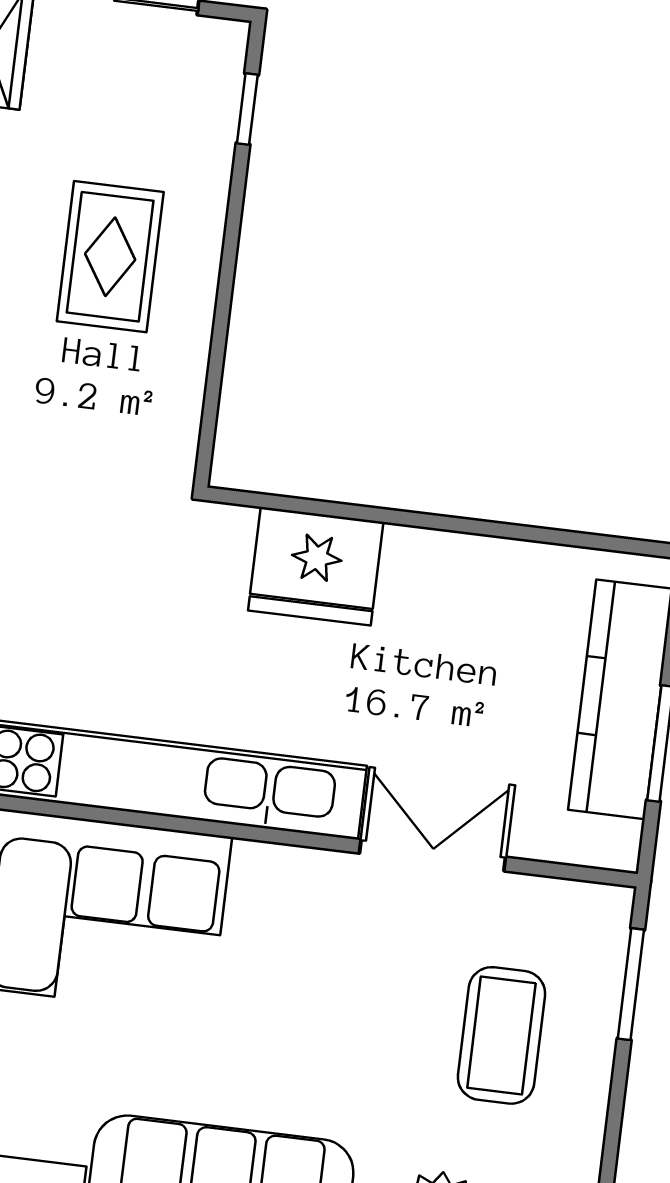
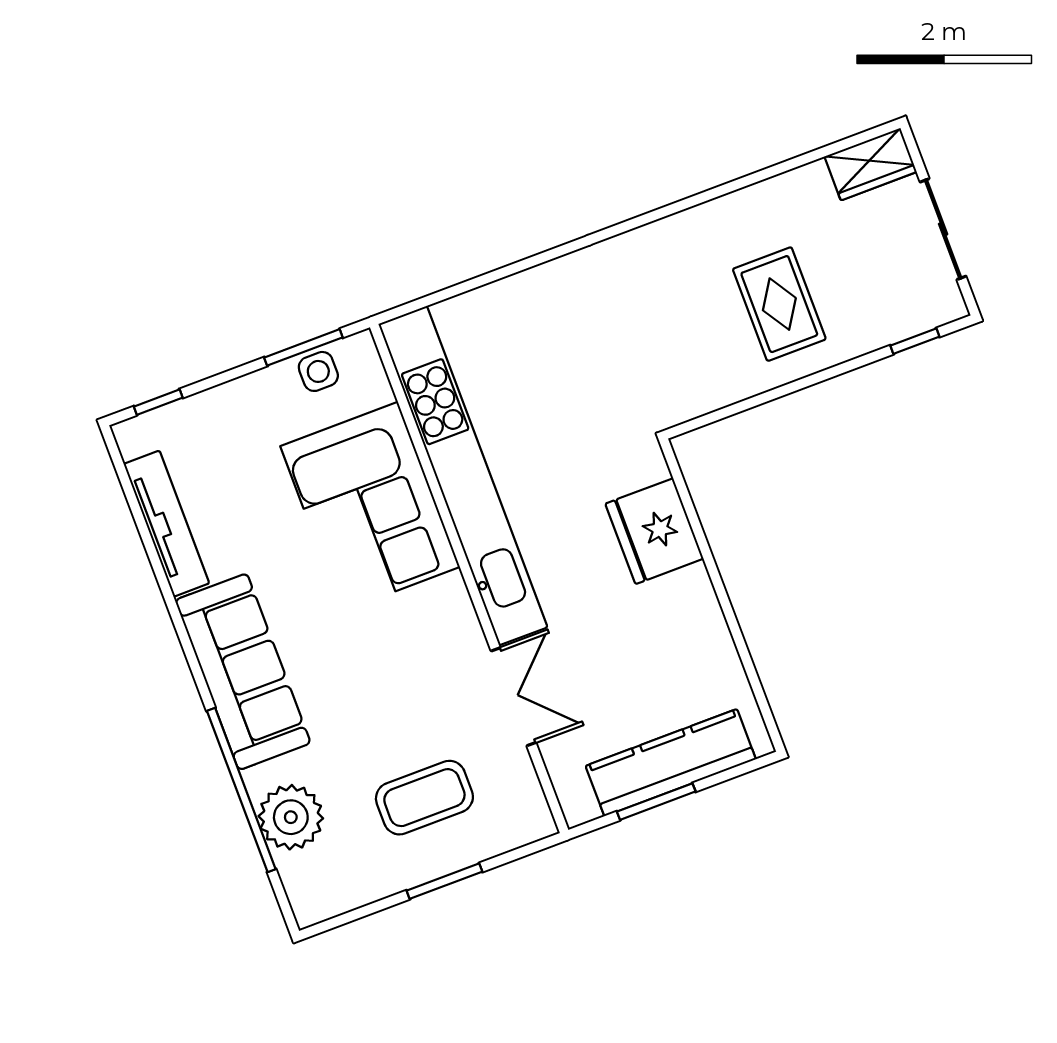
rug: (110, 257) -> (779, 304), turned 90
window: (631, 984) -> (444, 881), moved

